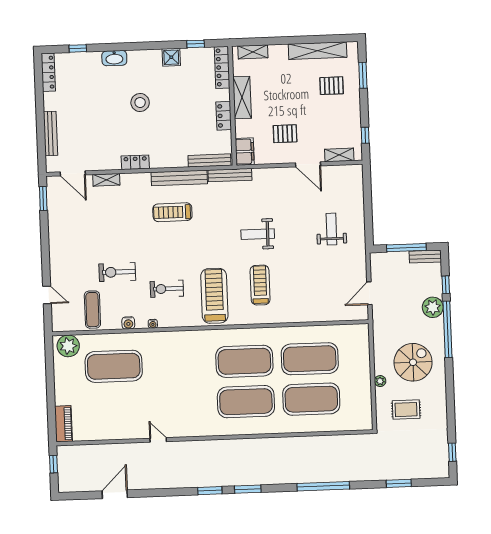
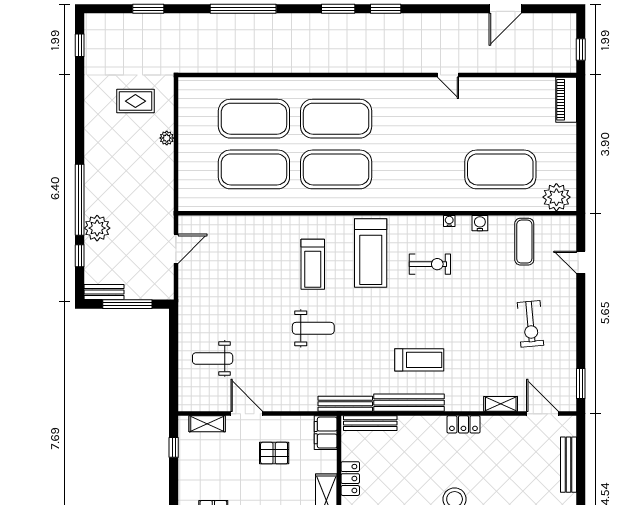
weight bench: (331, 229) -> (213, 358), moved, turned 90
exercise bike: (117, 272) -> (530, 324), moved, turned 85
spiral stairs: (413, 362) -> (124, 160), removed

